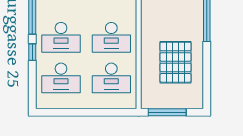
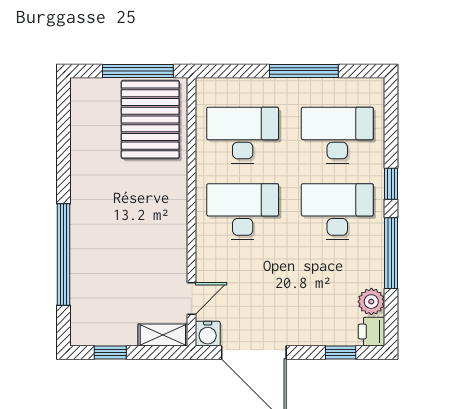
pallet: (176, 62) -> (150, 119), moved
window: (79, 112) -> (304, 71), added

